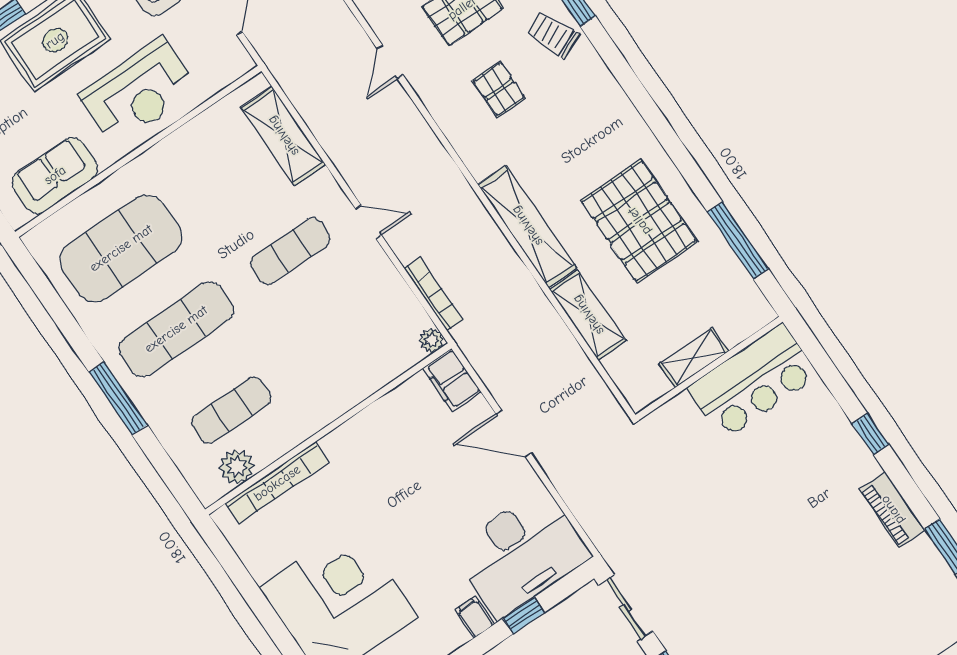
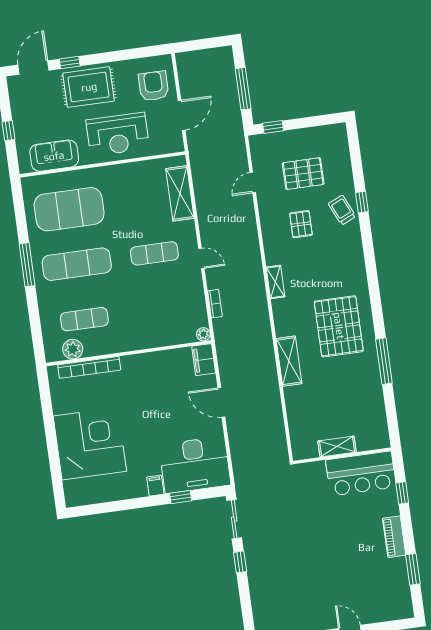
shelving: (527, 226) -> (276, 282), width x0.45, depth x0.75
bookcase: (433, 294) -> (215, 304), width x0.64
shelving: (694, 358) -> (337, 447), moved
wall: (709, 368) -> (342, 456), moved
bar counter: (753, 382) -> (361, 474), moved
window: (118, 398) -> (27, 265), moved

